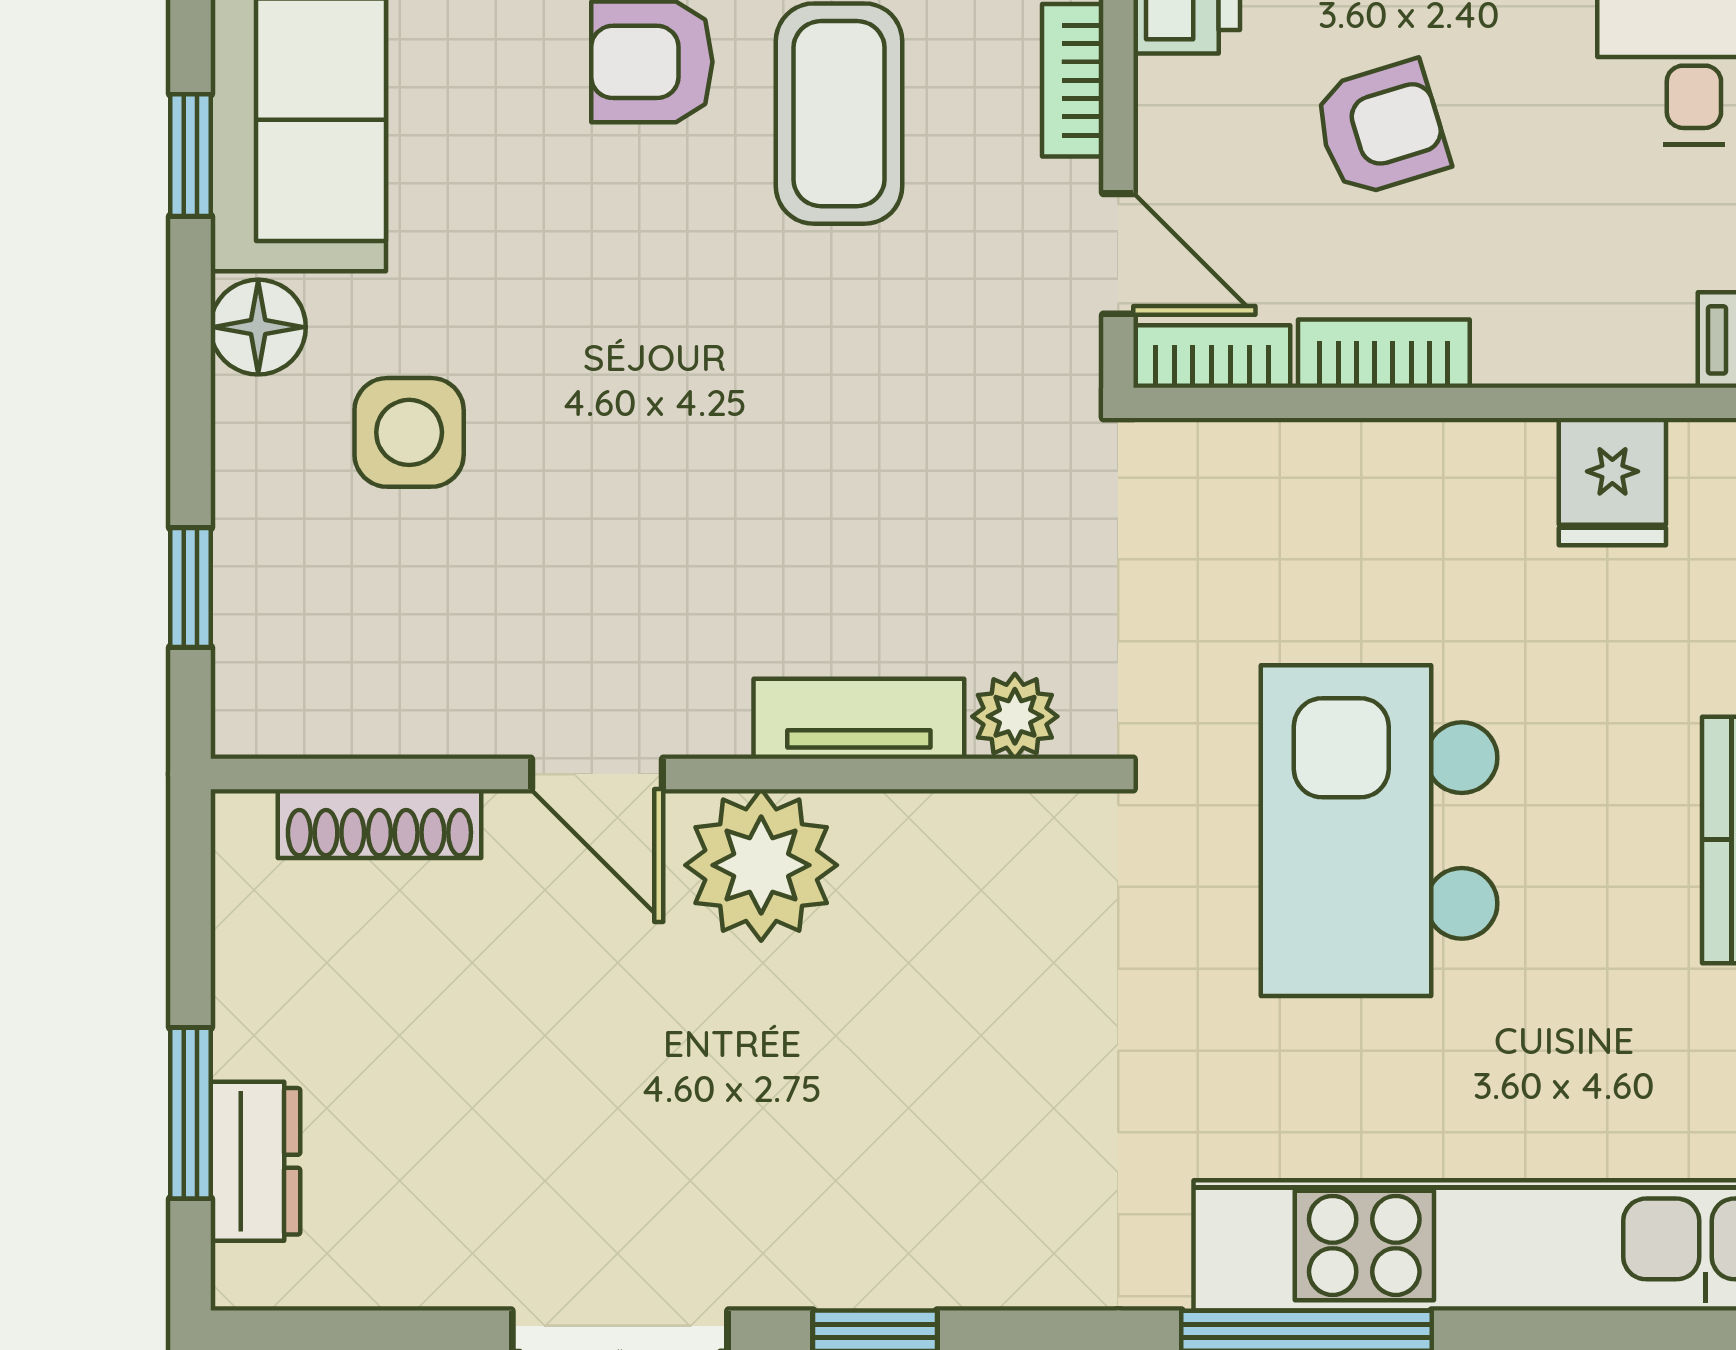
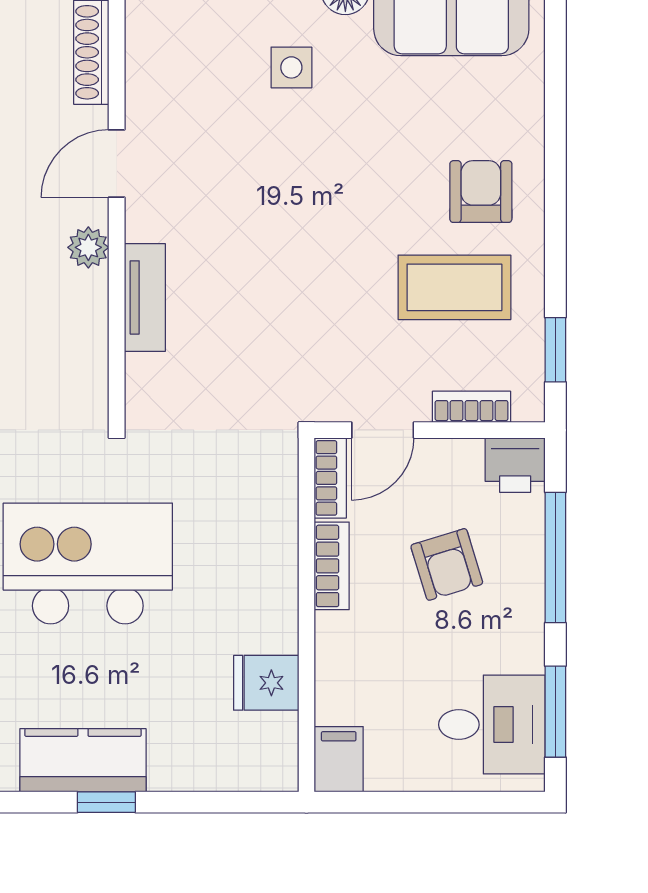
side table: (409, 432) -> (291, 67), width x0.73, depth x0.73
plant: (1015, 716) -> (146, 377), removed
plant: (761, 865) -> (88, 247), width x0.53, depth x0.53

